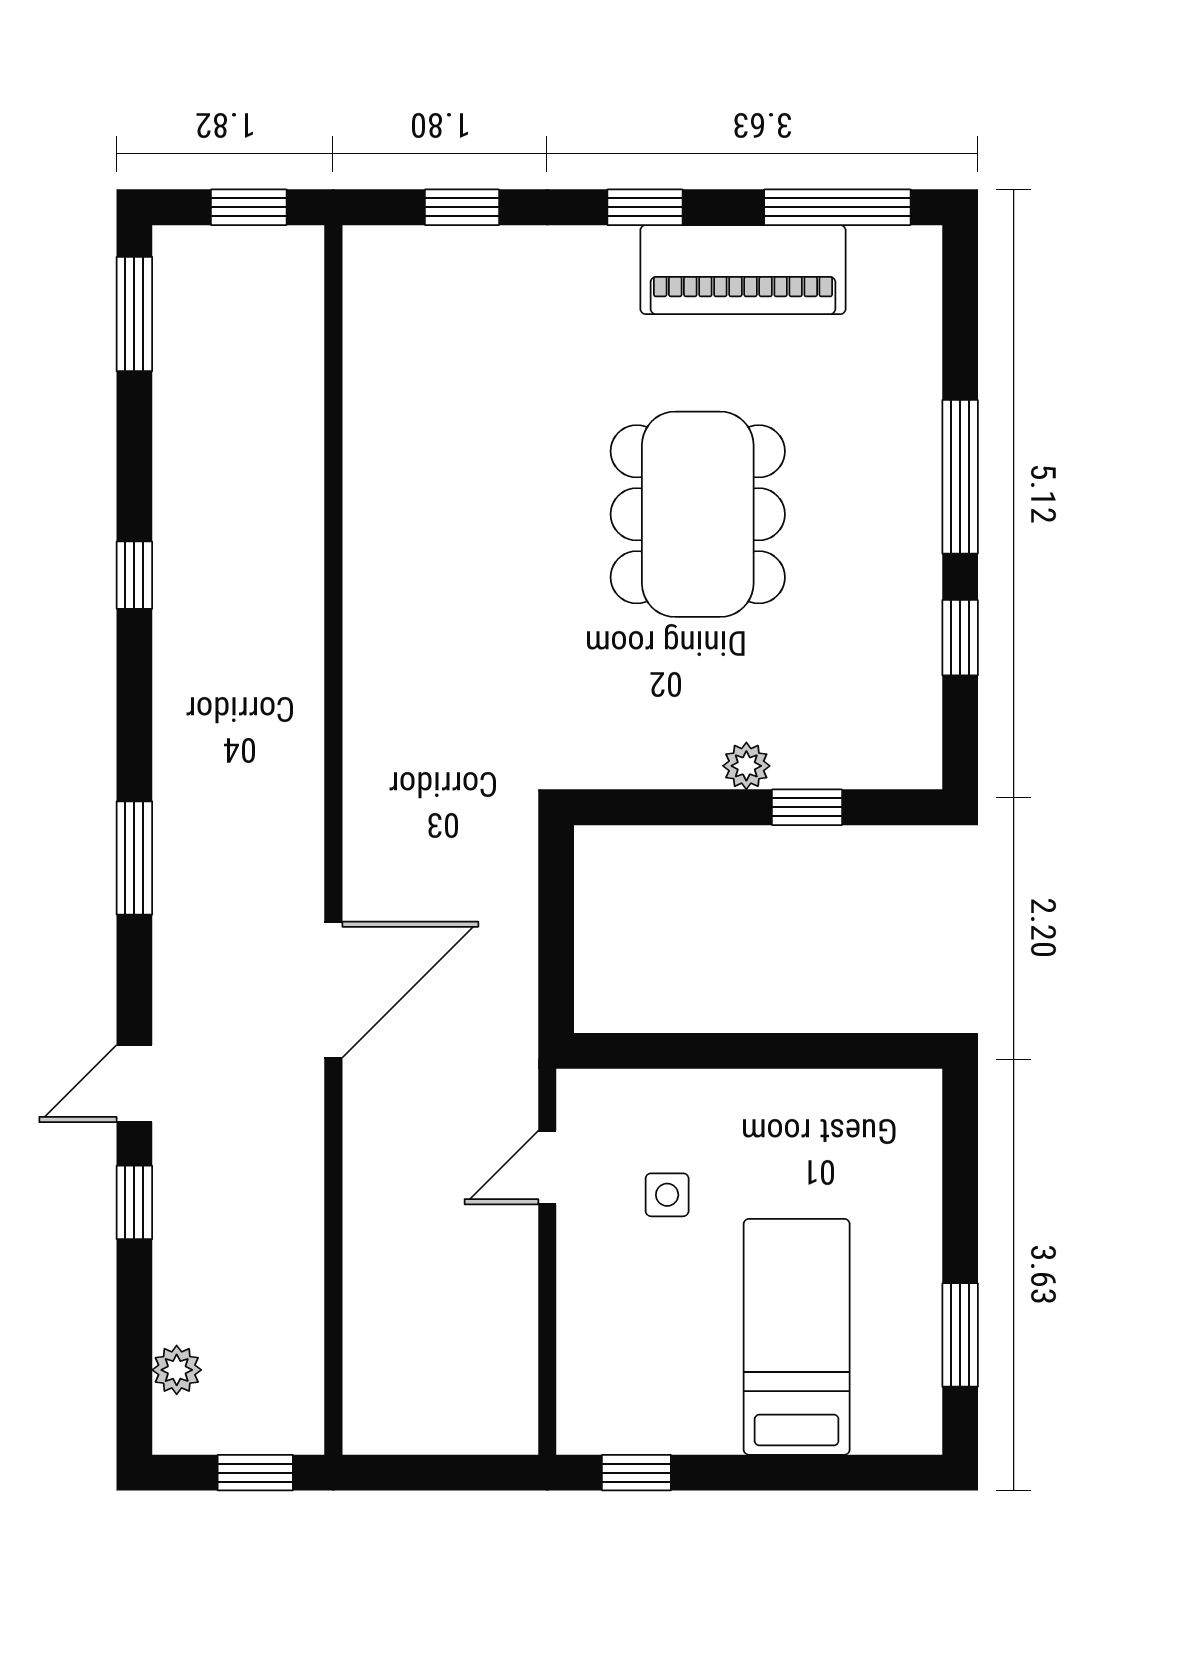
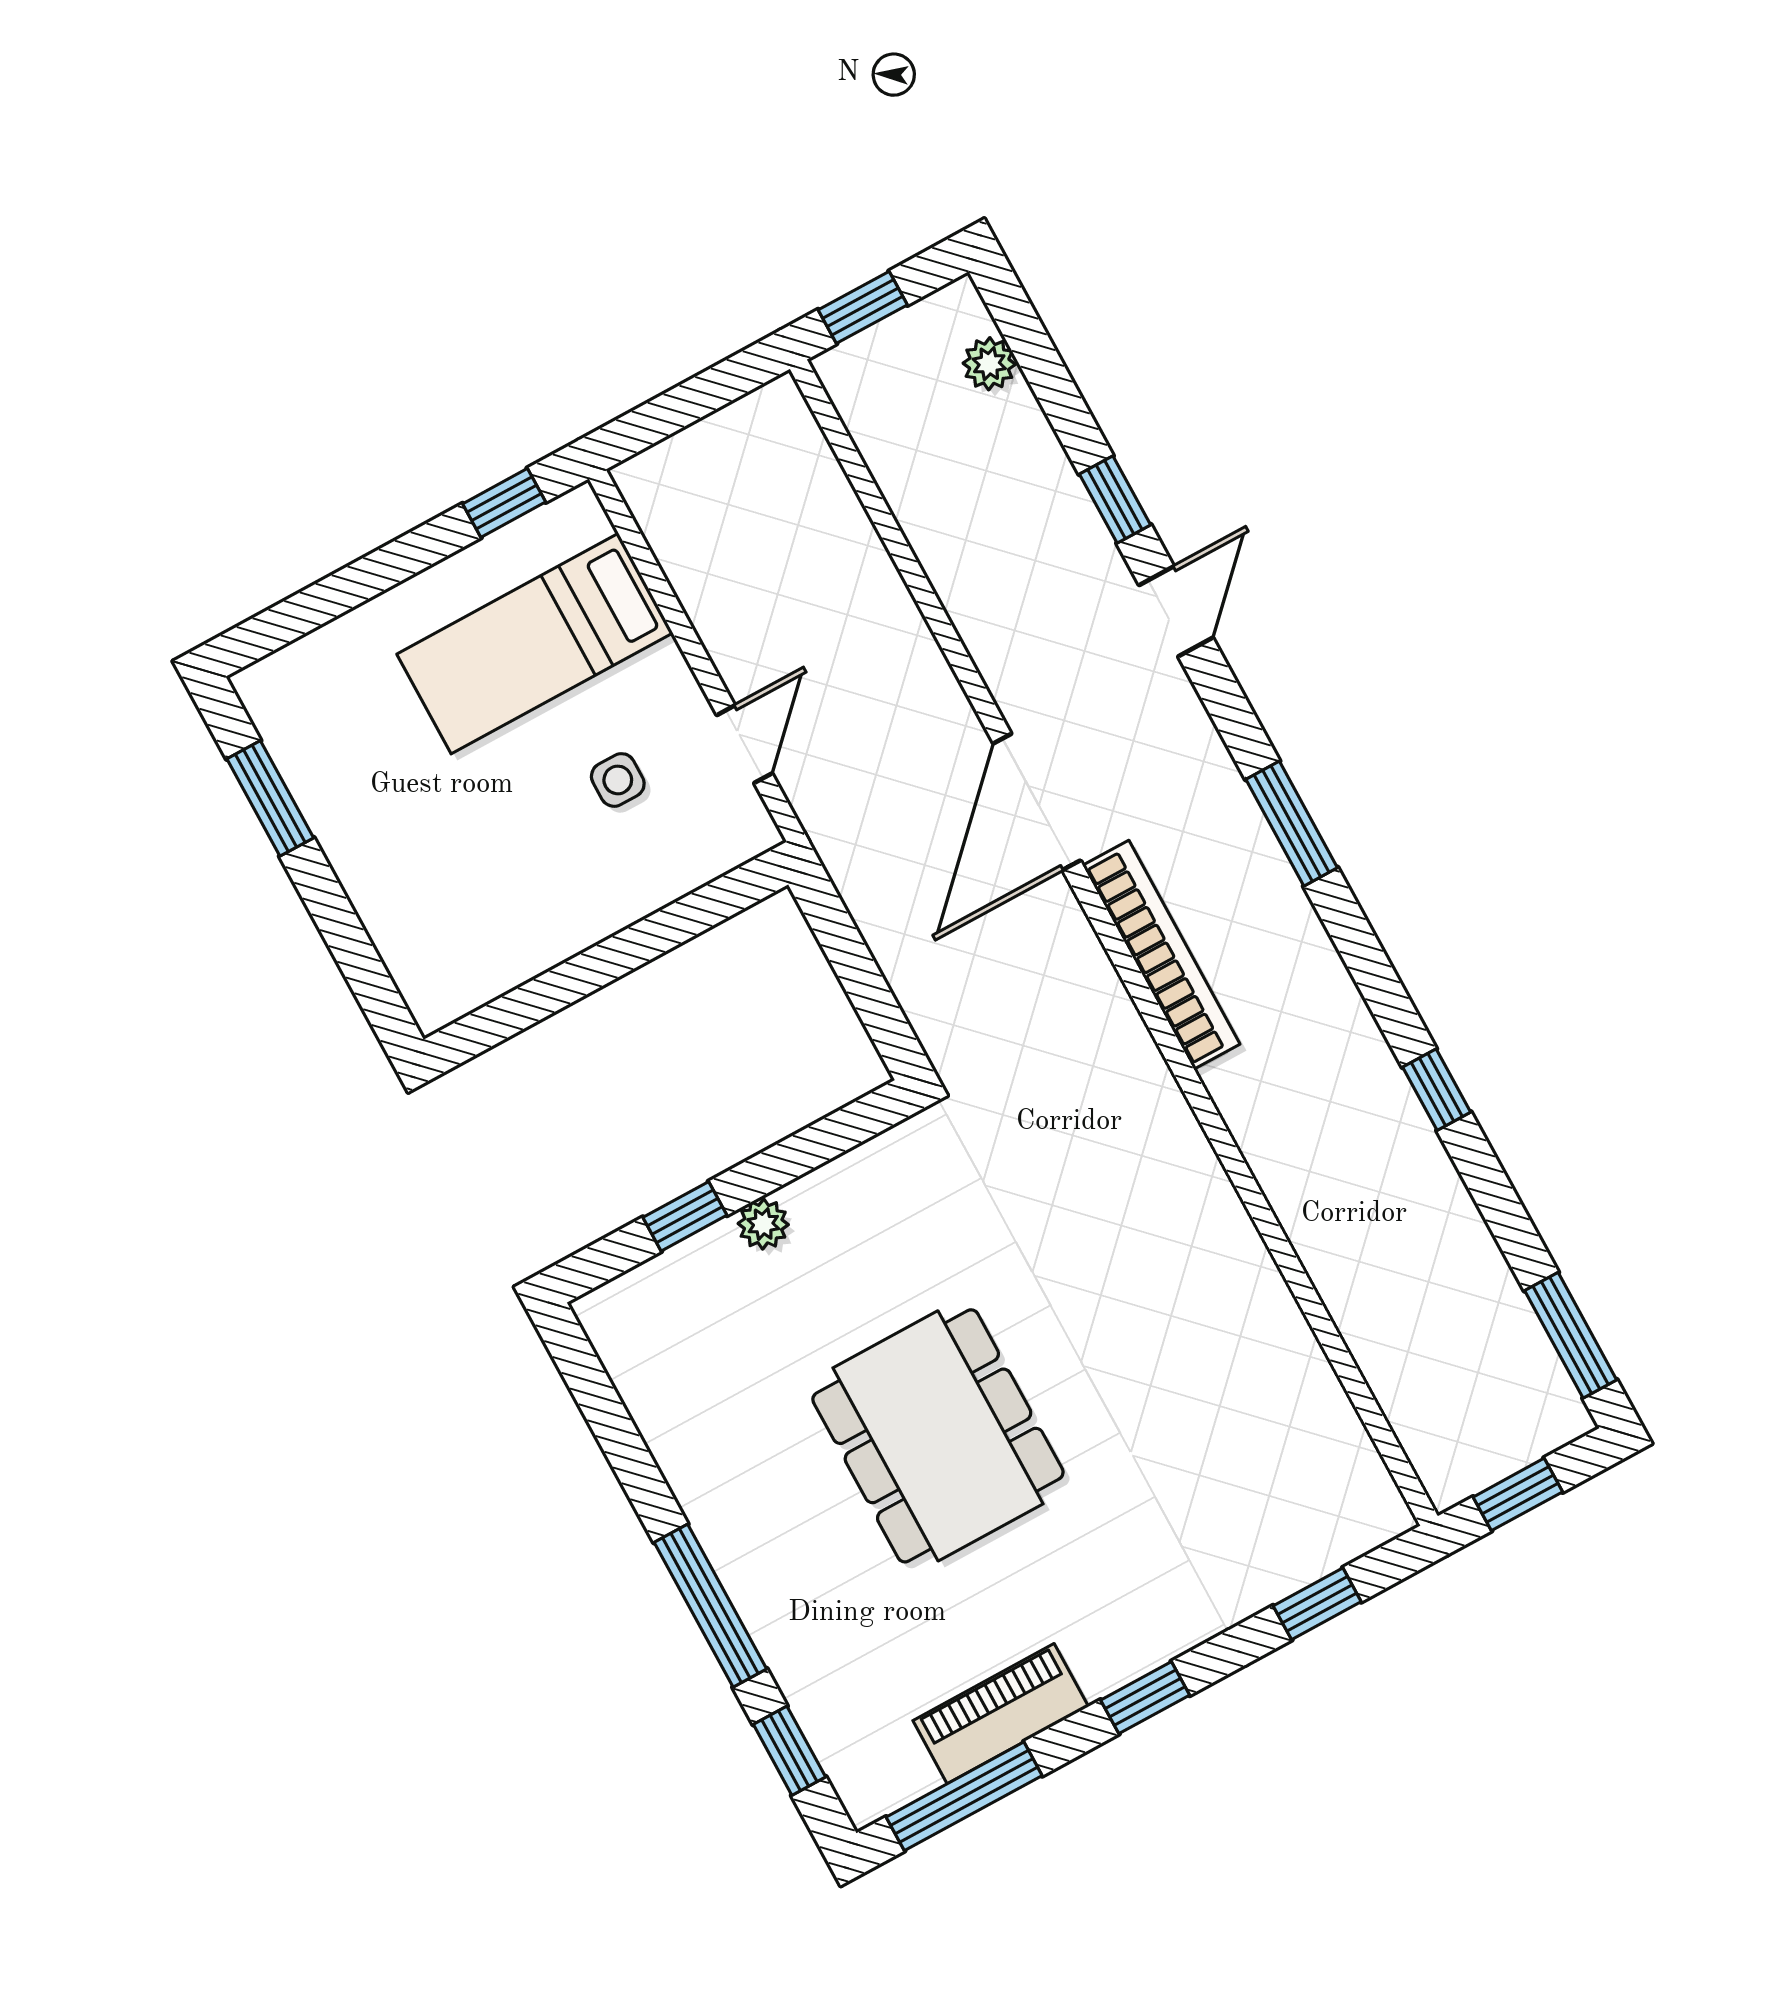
piano: (743, 270) -> (1001, 1714), width x0.73, depth x0.75
window: (960, 638) -> (789, 1751), moved
bookcase: (300, 809) -> (1161, 955), added
bed: (797, 1337) -> (535, 644), moved, turned 90

